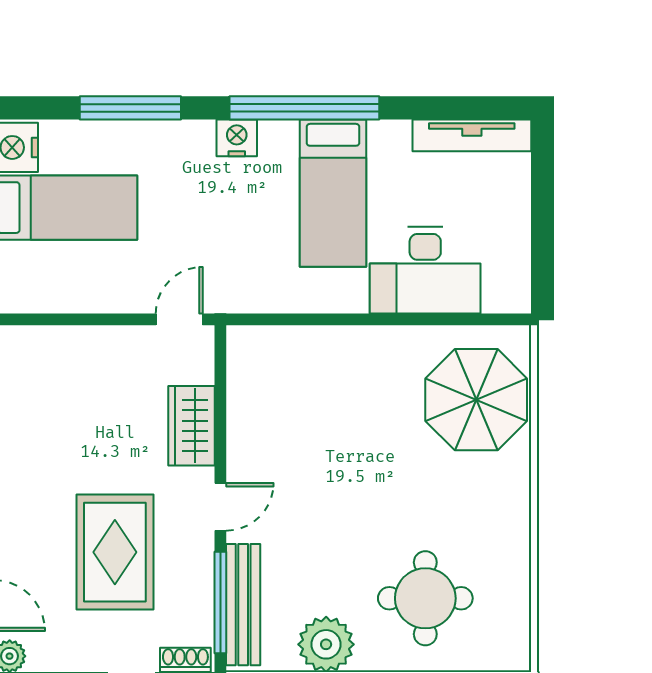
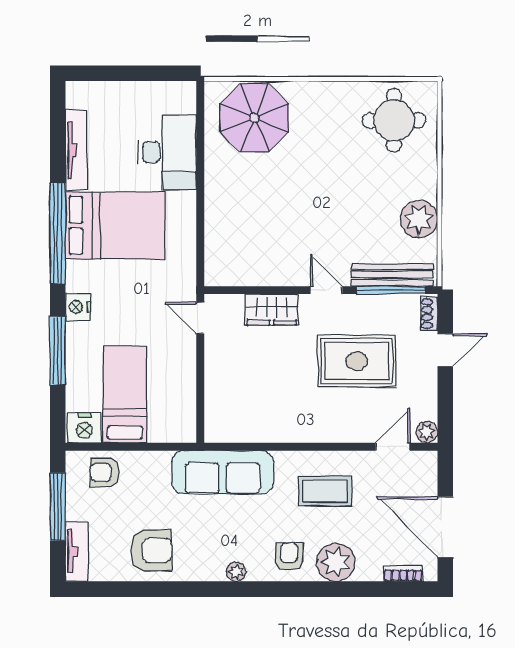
tv unit: (472, 135) -> (76, 150), moved
nightstand: (237, 138) -> (78, 307), moved
bed: (333, 193) -> (115, 225), width x1.50
round table: (425, 598) -> (394, 120), moved

